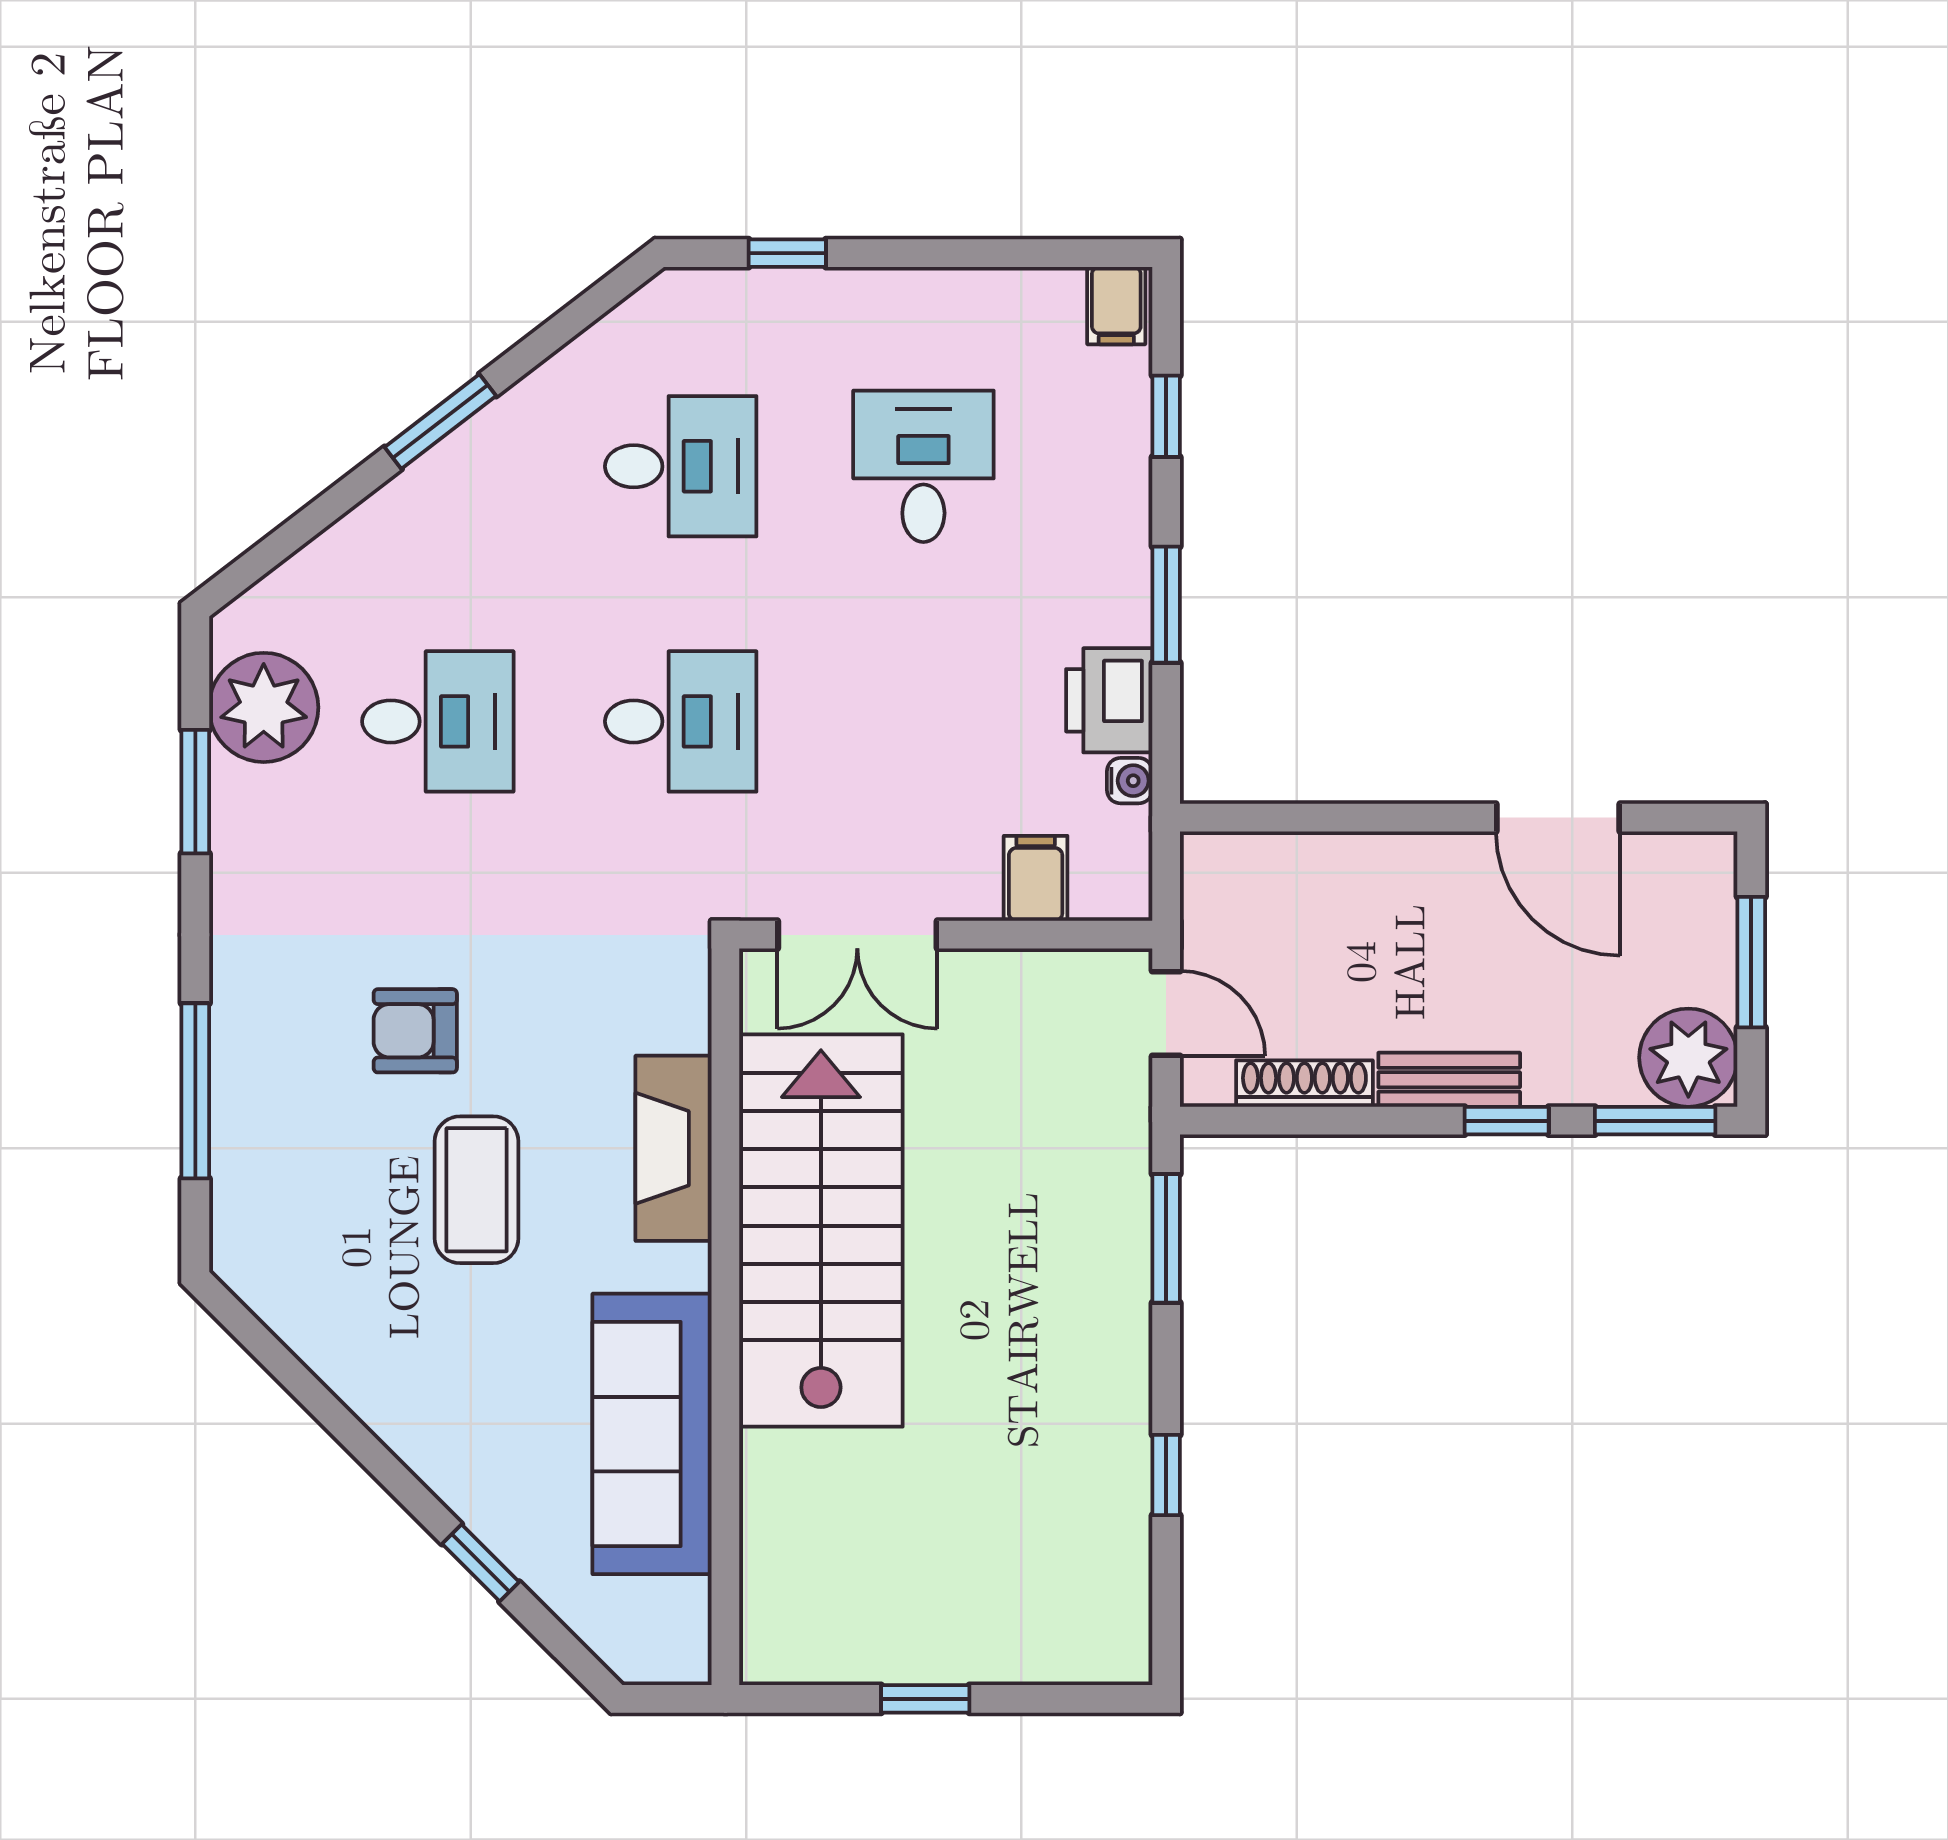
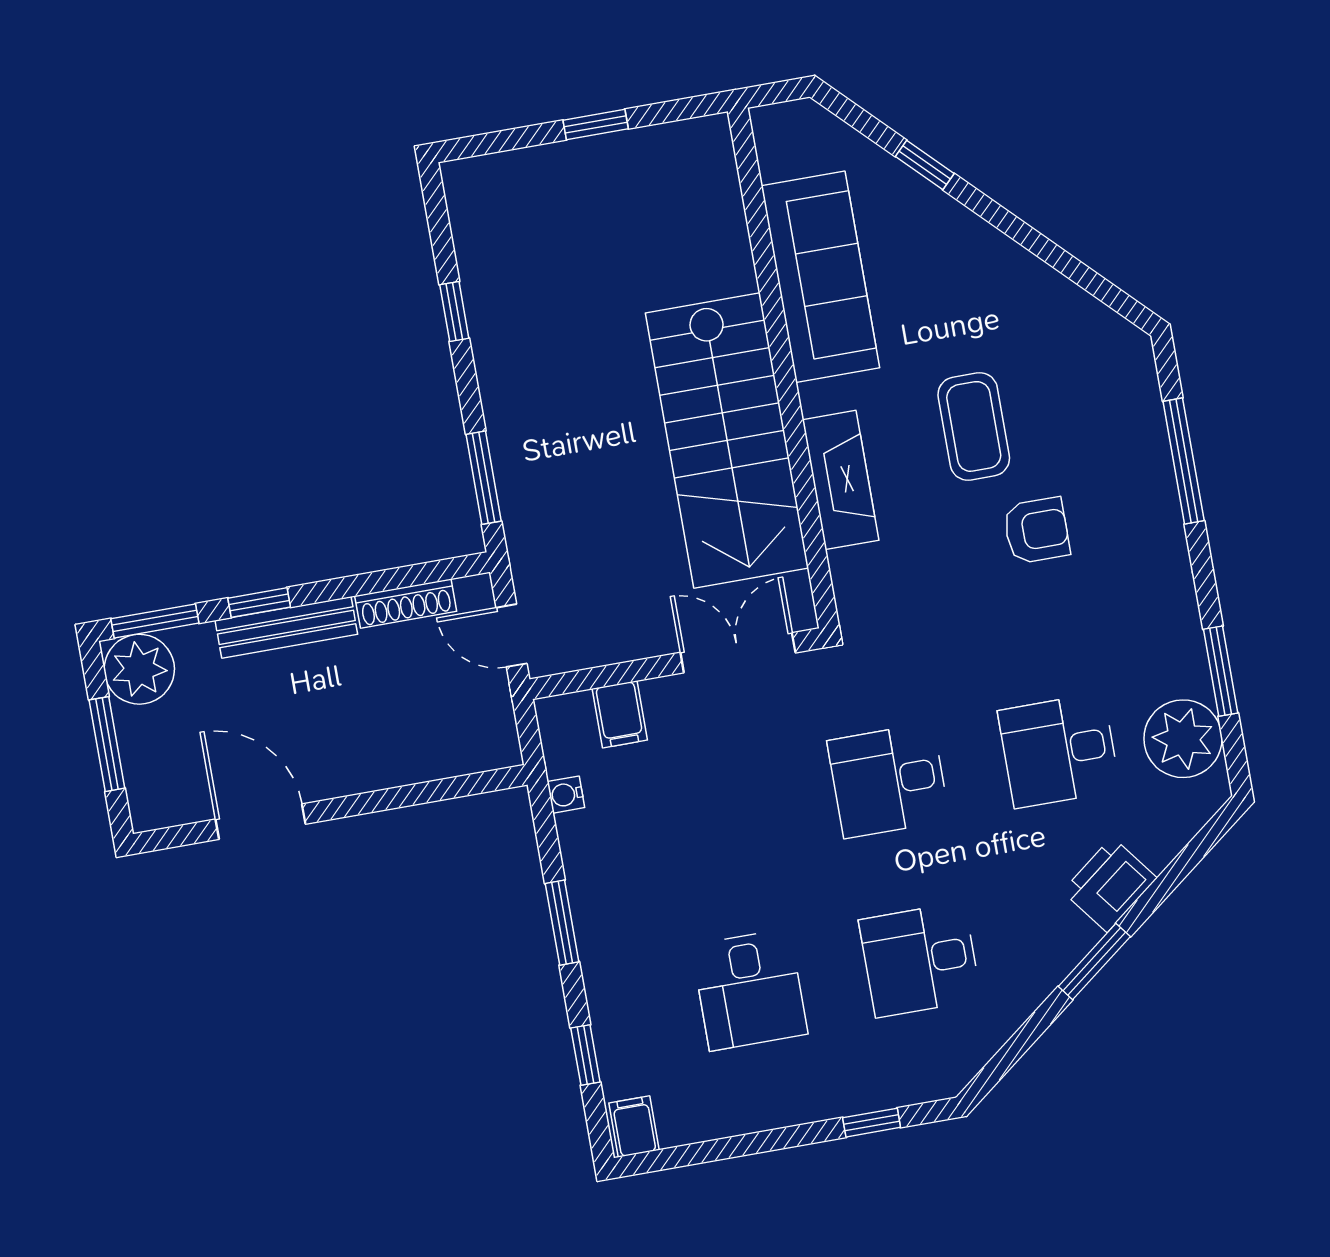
printer: (1109, 700) -> (1110, 885), moved, turned -128
bench: (1449, 1080) -> (286, 627), width x1.36

